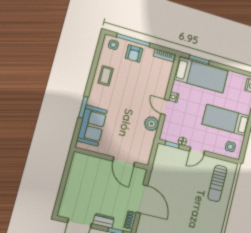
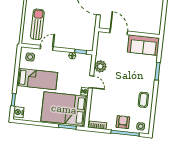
bed: (201, 75) -> (64, 109), width x1.50
sofa: (92, 126) -> (143, 45), moved, turned -90
door: (197, 151) -> (47, 48), moved

